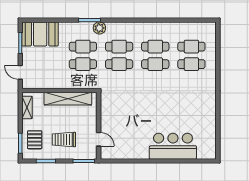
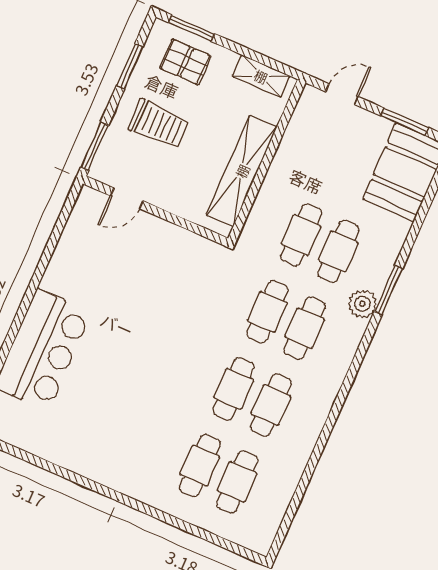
trolley: (64, 140) -> (159, 124), turned 90

